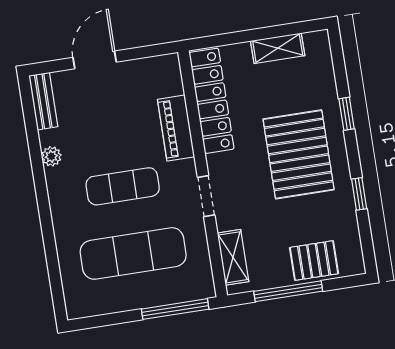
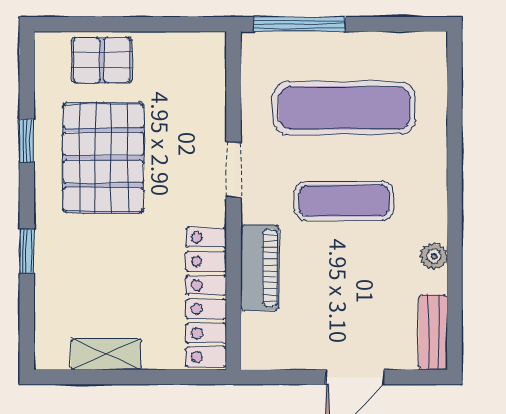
pallet: (299, 154) -> (103, 158), moved
shelving: (233, 257) -> (210, 82), removed
window: (288, 291) -> (143, 24), removed

